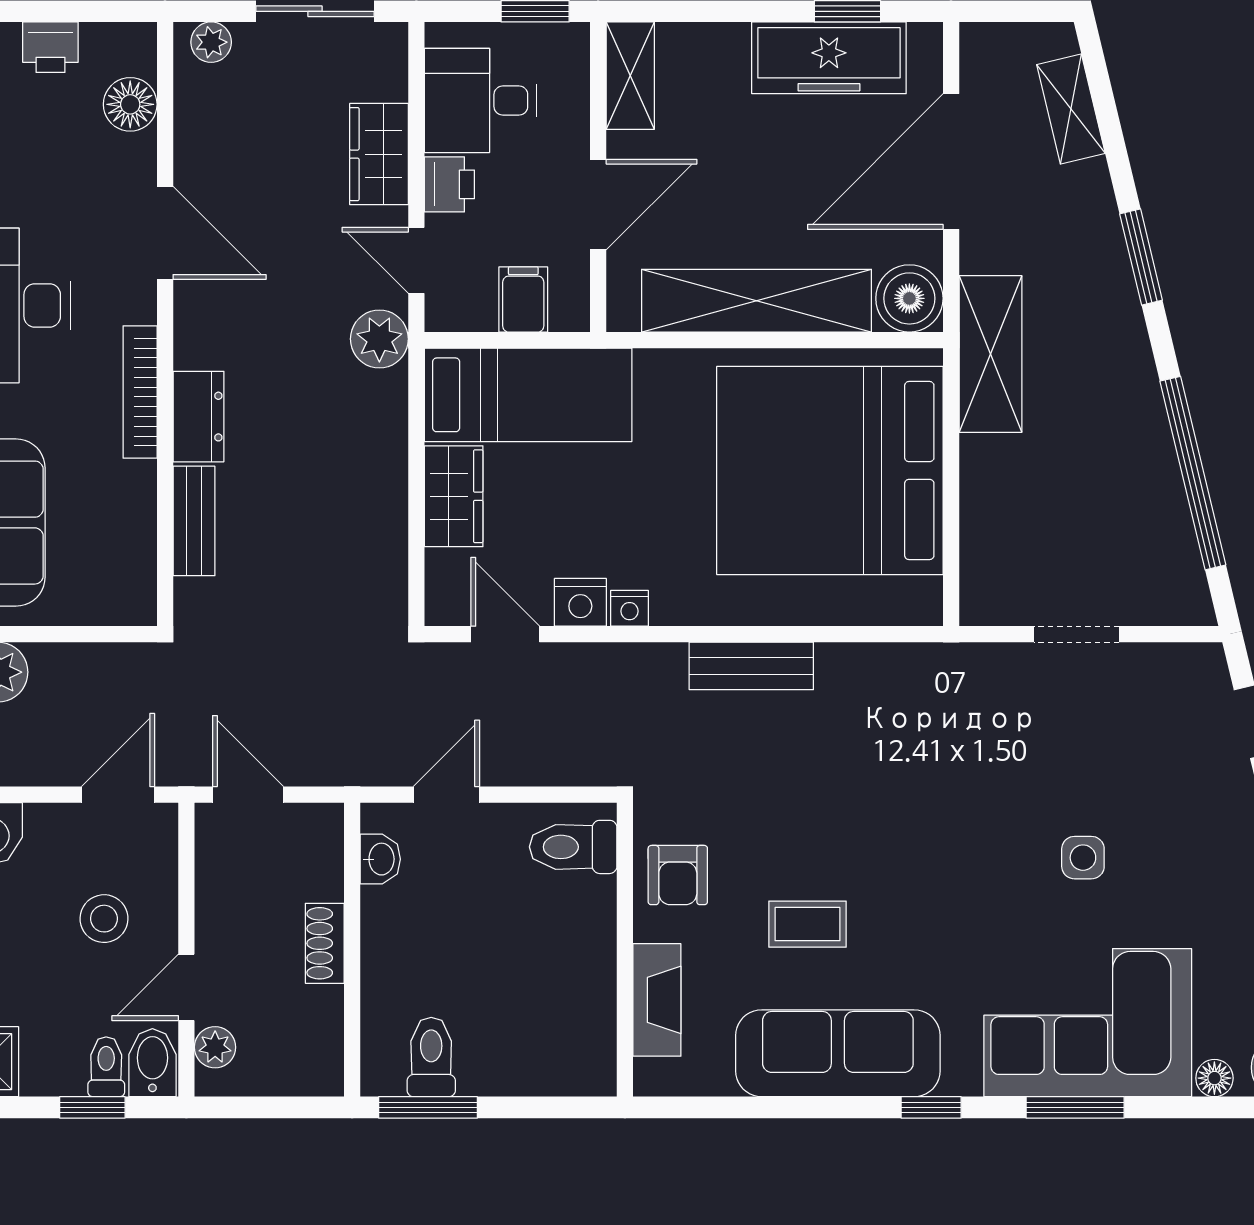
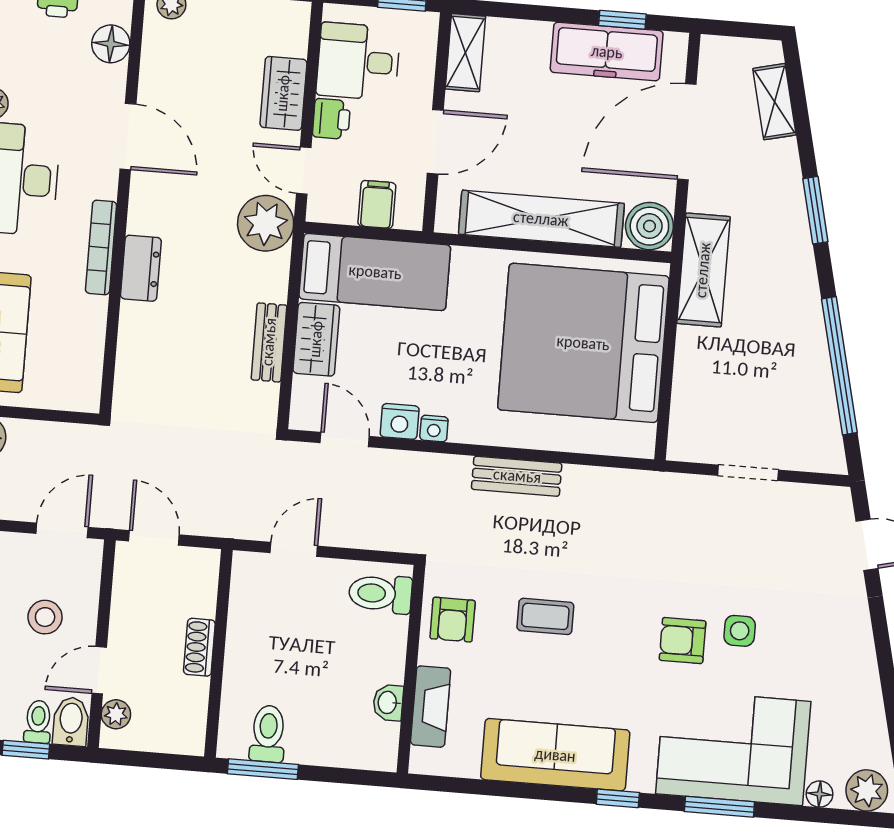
plant: (379, 339) -> (266, 223), width x1.36, depth x1.36
bench: (194, 521) -> (269, 342), moved
washbasin: (380, 859) -> (388, 703), moved, turned 180
armchair: (1004, 878) -> (683, 641), added
coffee table: (808, 924) -> (545, 616), moved

